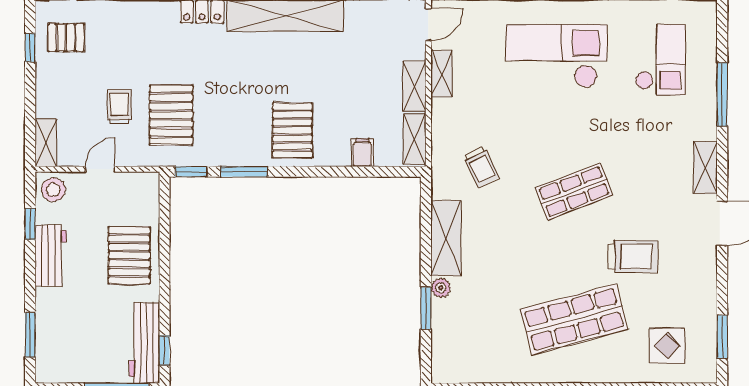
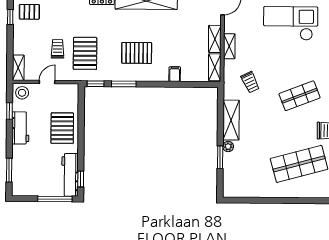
shelving: (441, 74) -> (229, 46), moved
pallet: (292, 131) -> (137, 53), moved, turned 90
filing cabinet: (362, 153) -> (175, 74), moved

